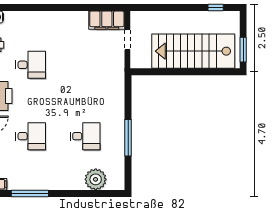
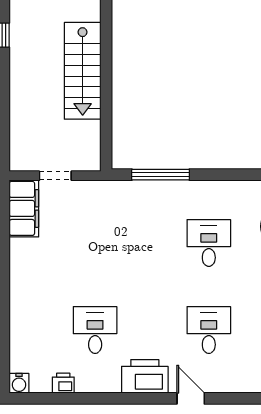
stairs: (193, 51) -> (83, 71), width x0.73, depth x0.66
window: (128, 138) -> (161, 175), moved

